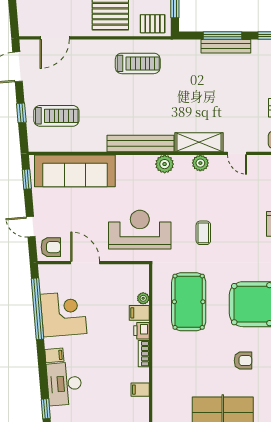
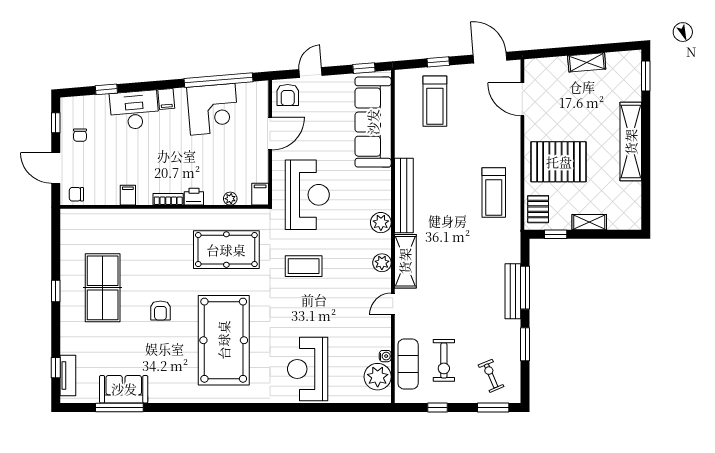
coffee table: (203, 233) -> (304, 266), width x1.36, depth x1.30
filing cabinet: (139, 313) -> (260, 194), moved

